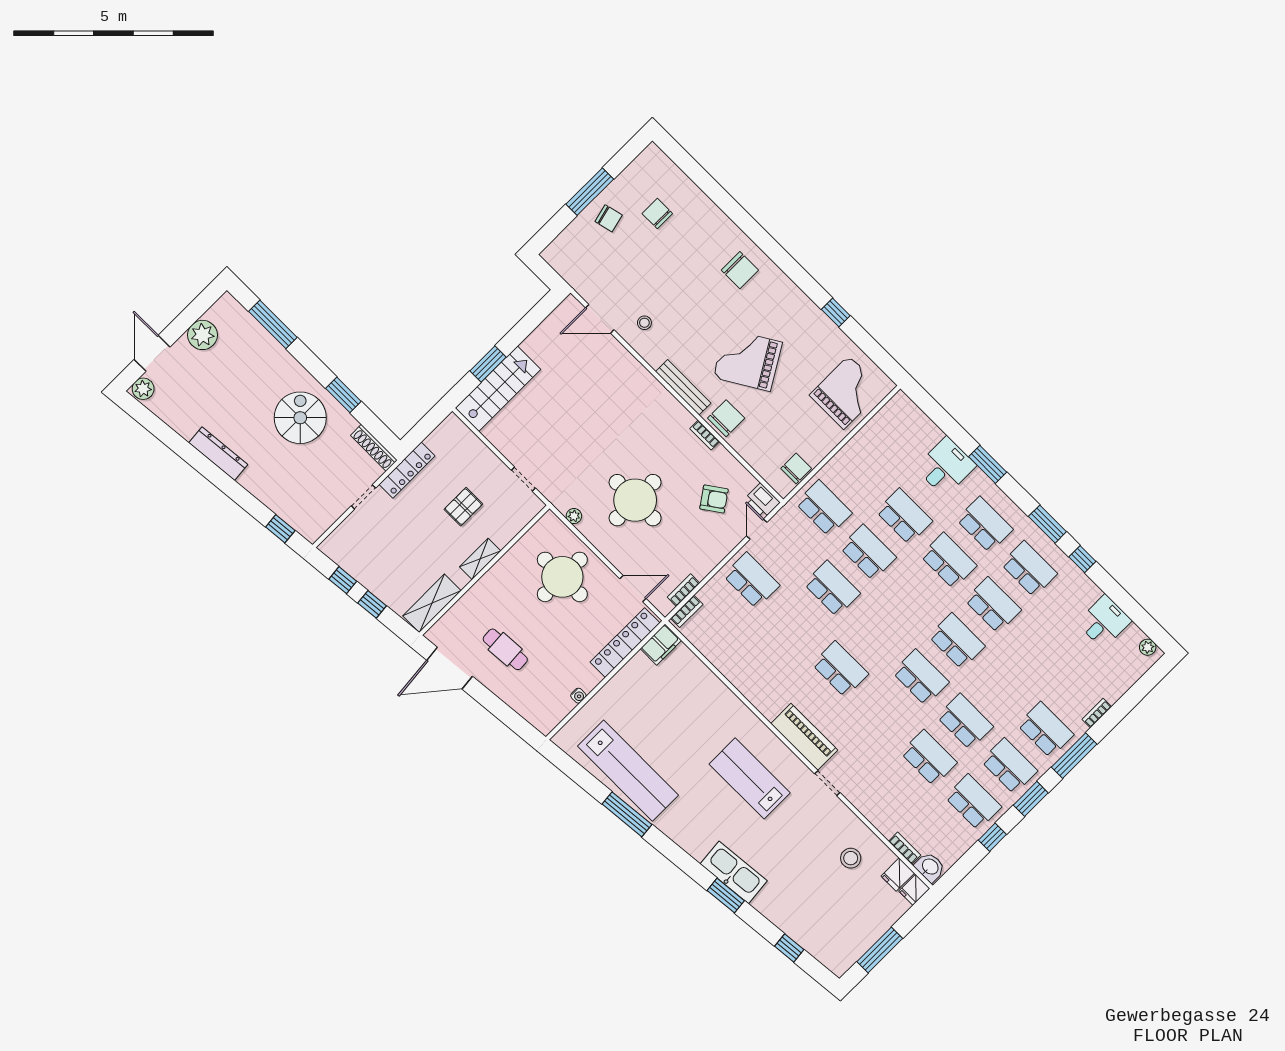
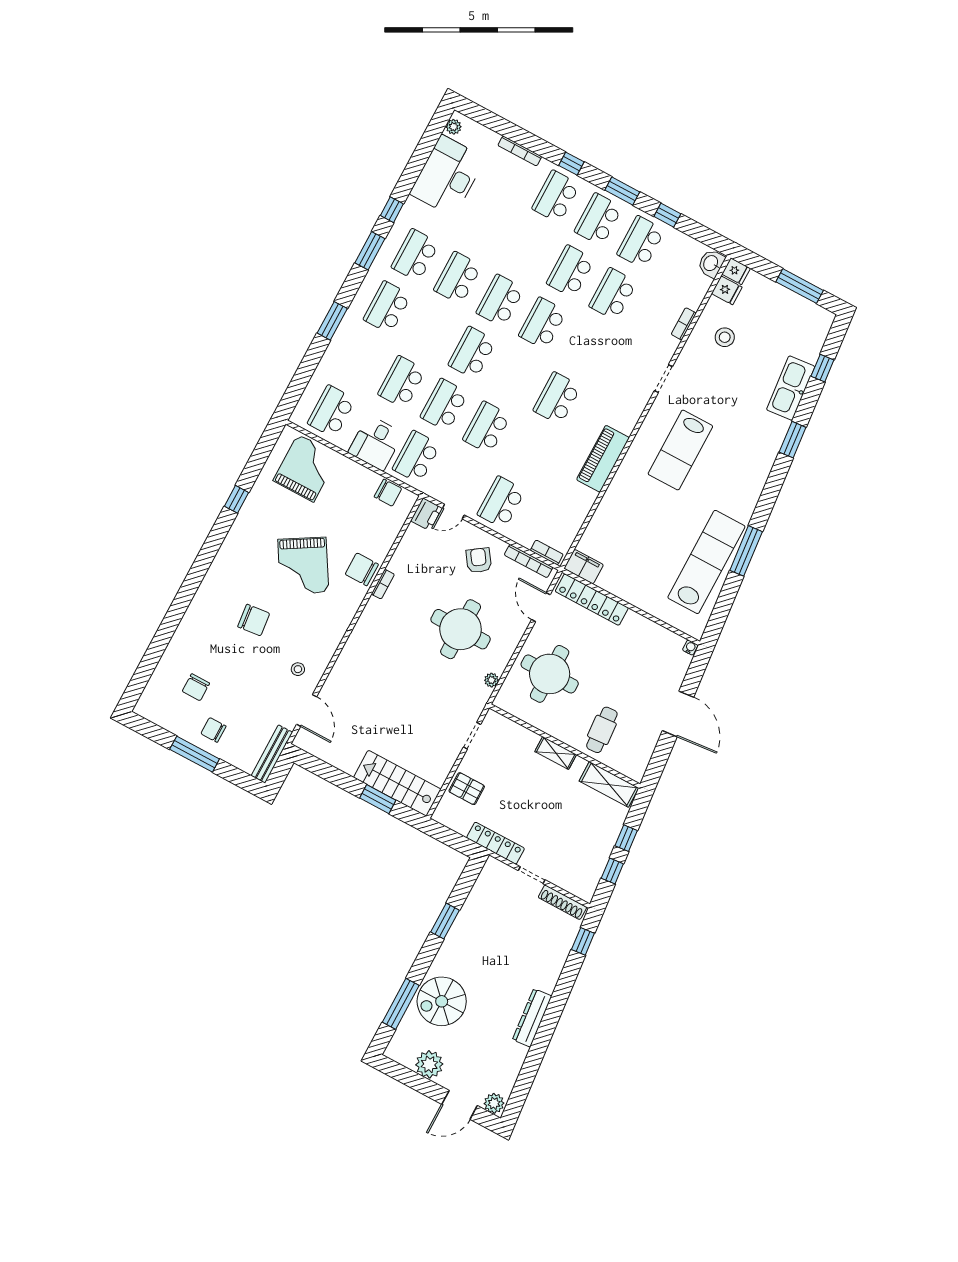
chair: (609, 218) -> (213, 730), turned -76
chair: (740, 270) -> (254, 620), moved, turned 84
bench: (683, 387) -> (272, 754), moved
grand piano: (846, 392) -> (306, 468), turned 90
spiral stairs: (300, 418) -> (442, 1001), moved
school desk: (896, 436) -> (331, 411), added
shoe rack: (374, 448) -> (562, 902), moved, turned 90
desk: (946, 467) -> (376, 443), moved, turned -90
chair: (796, 468) -> (388, 493), turned 180
armchair: (714, 499) -> (479, 560), moved
pallet: (463, 507) -> (467, 789), moved
school desk: (949, 561) -> (472, 353), moved
bookcase: (683, 590) -> (528, 561), width x1.56
desk: (1104, 622) -> (448, 176), width x1.87, depth x1.30
cafe table: (505, 649) -> (602, 730), moved
door: (450, 668) -> (678, 714), moved
water cooler: (578, 696) -> (690, 648), moved
bookcase: (1097, 713) -> (520, 151), width x1.56
piano: (804, 737) -> (603, 459), moved
window: (1074, 756) -> (571, 164), width x0.46
bookcase: (905, 848) -> (684, 324), moved
kitchen sink: (734, 872) -> (791, 388), moved

